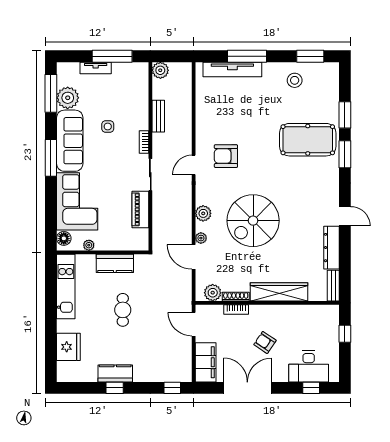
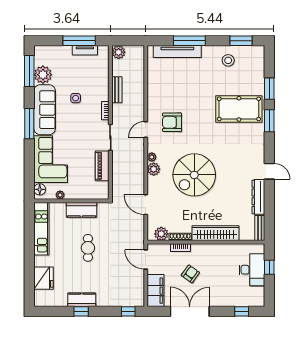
tv unit: (96, 68) -> (85, 50), moved
plant: (201, 238) -> (152, 157), moved
armchair: (265, 342) -> (190, 274), moved, turned 92
desk: (309, 366) -> (252, 270), moved, turned -90

